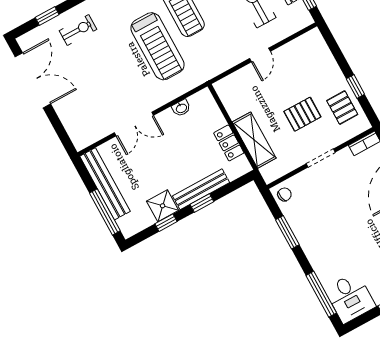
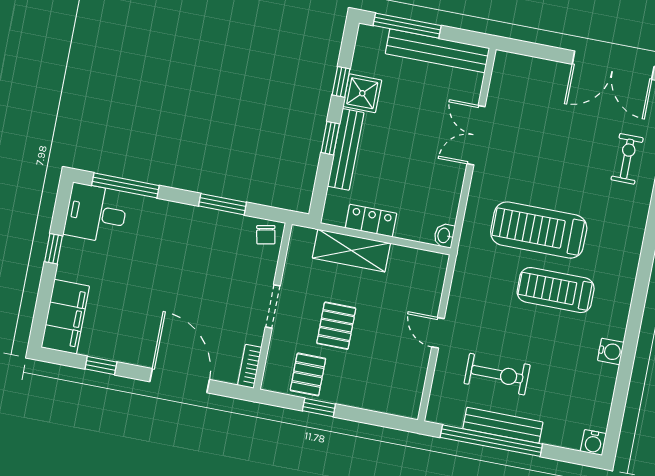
exercise bike: (78, 30) -> (627, 159), turned 180
washbasin: (181, 108) -> (444, 235), moved
pallet: (342, 108) -> (308, 374), turned 90

